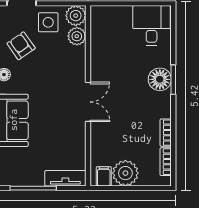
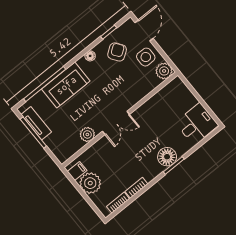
plant: (77, 36) -> (87, 134), moved
tv unit: (65, 178) -> (36, 123), moved

